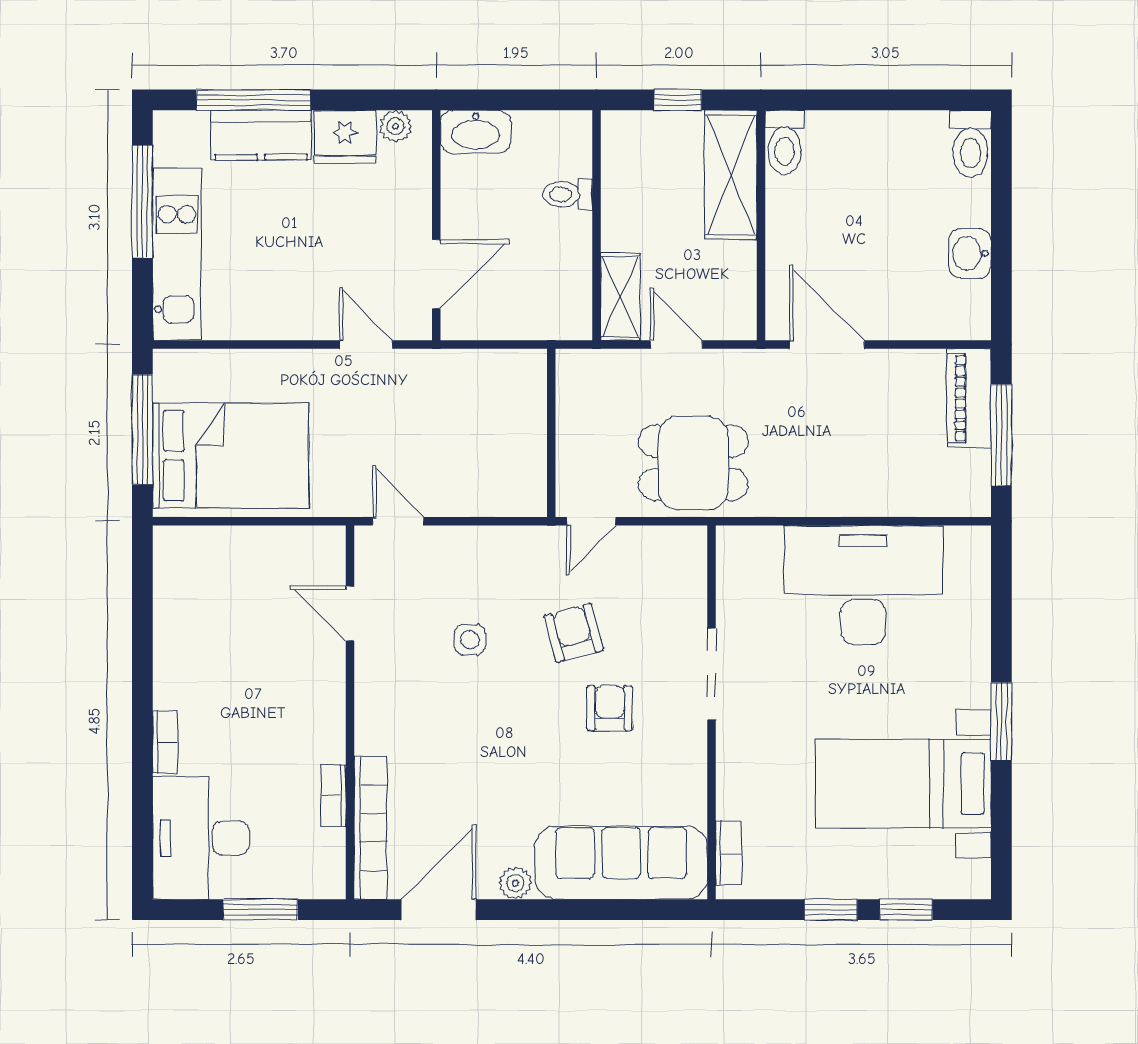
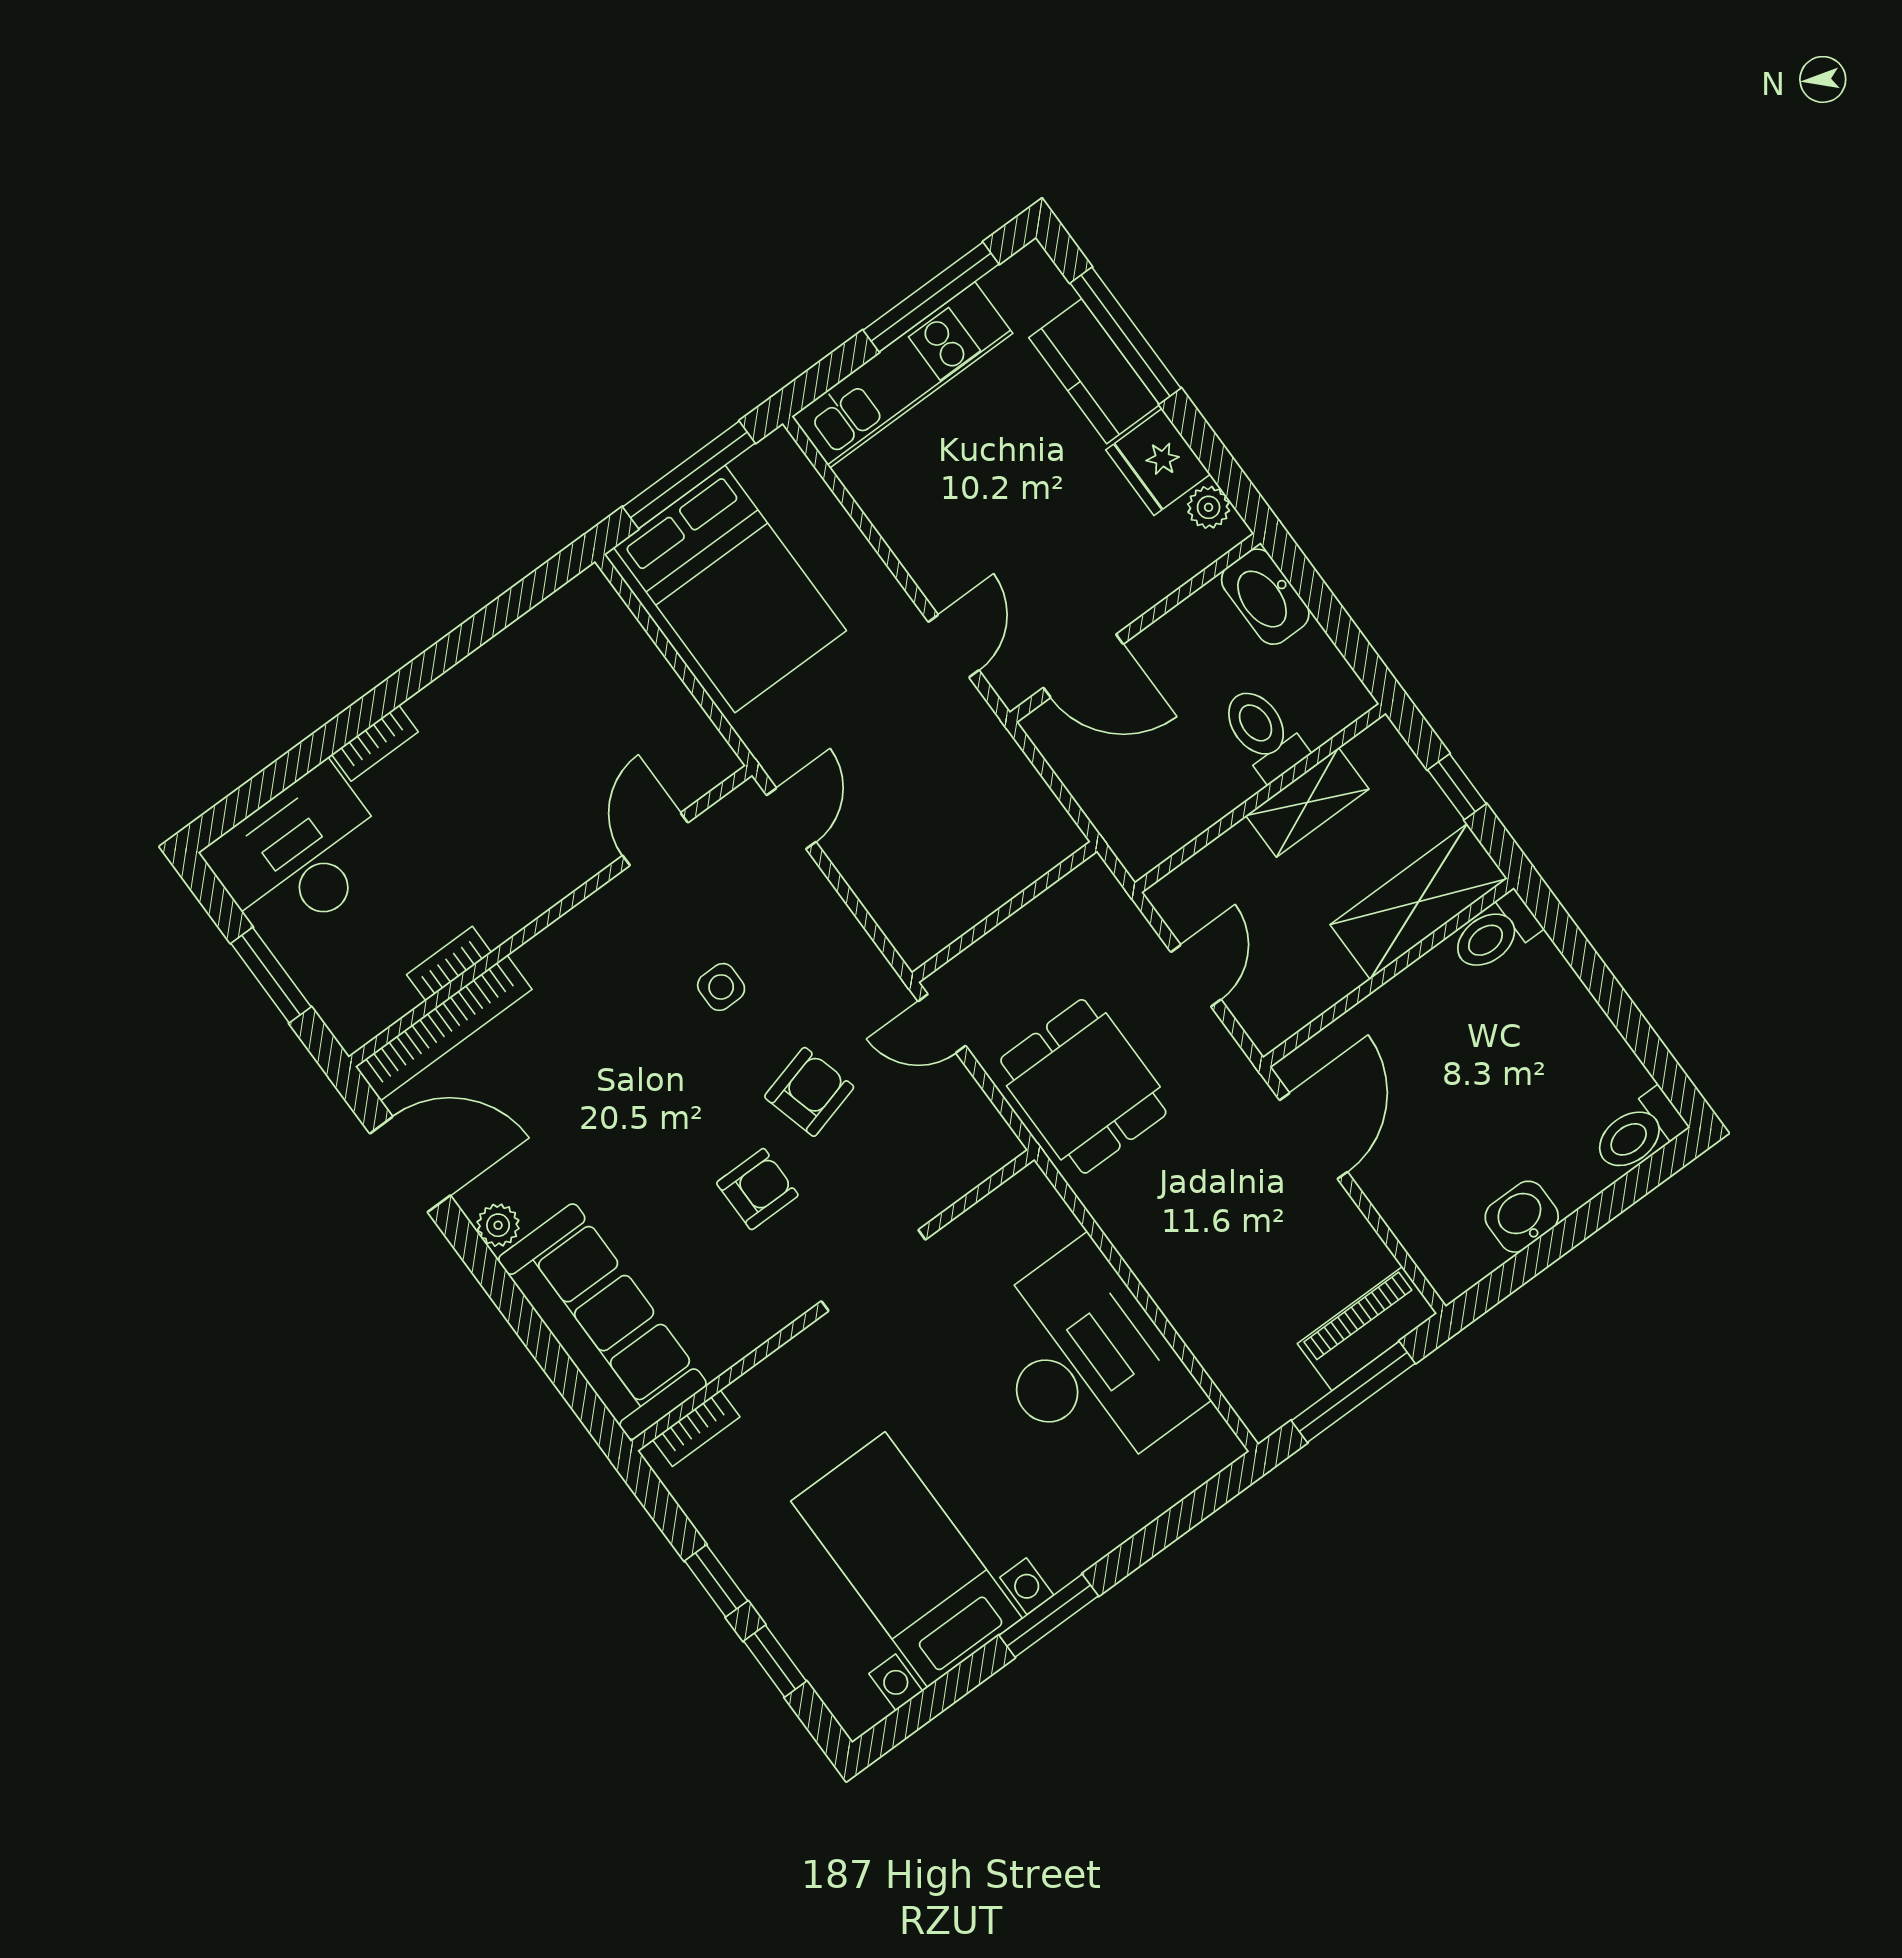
toilet: (568, 194) -> (1263, 733), width x1.37, depth x1.39
shelving: (620, 297) -> (1307, 802), moved

